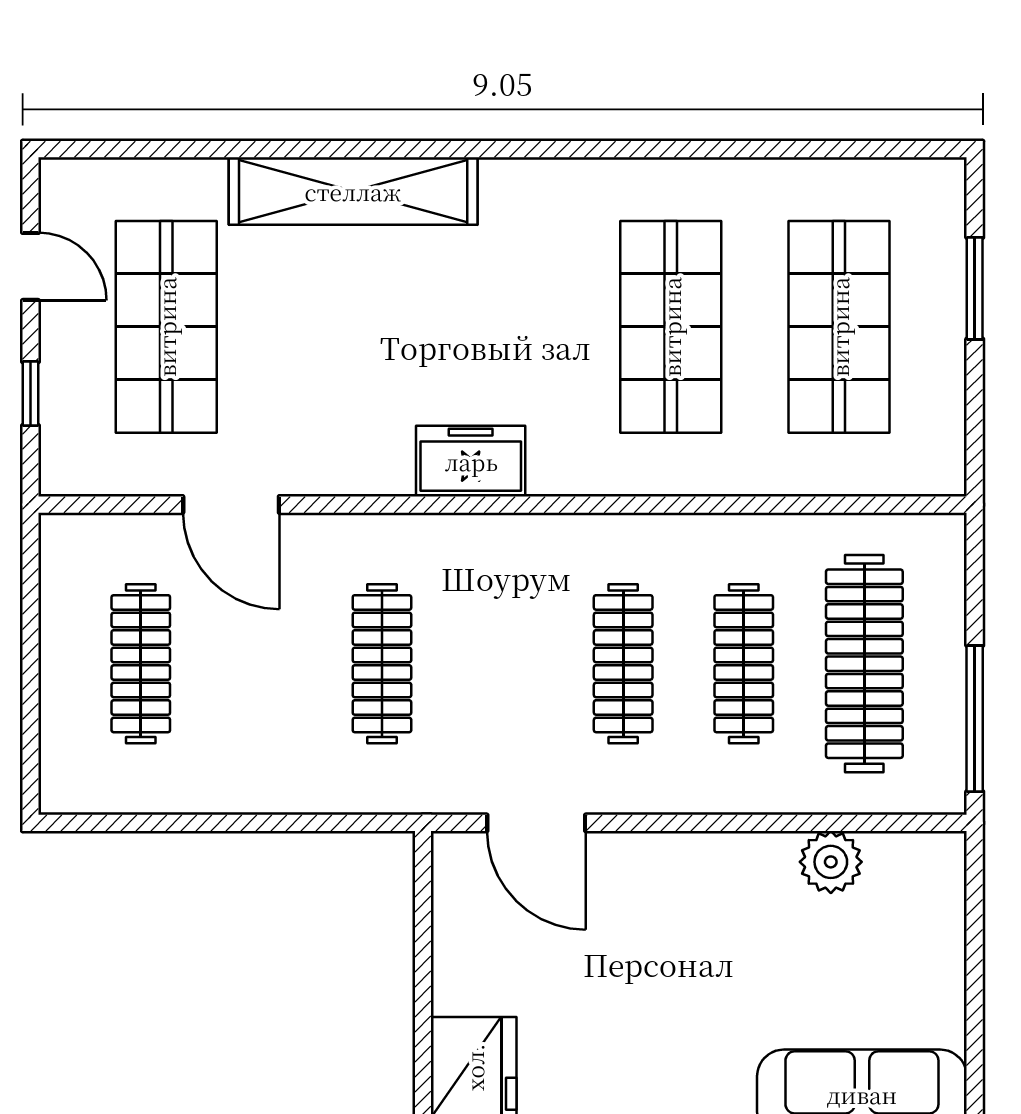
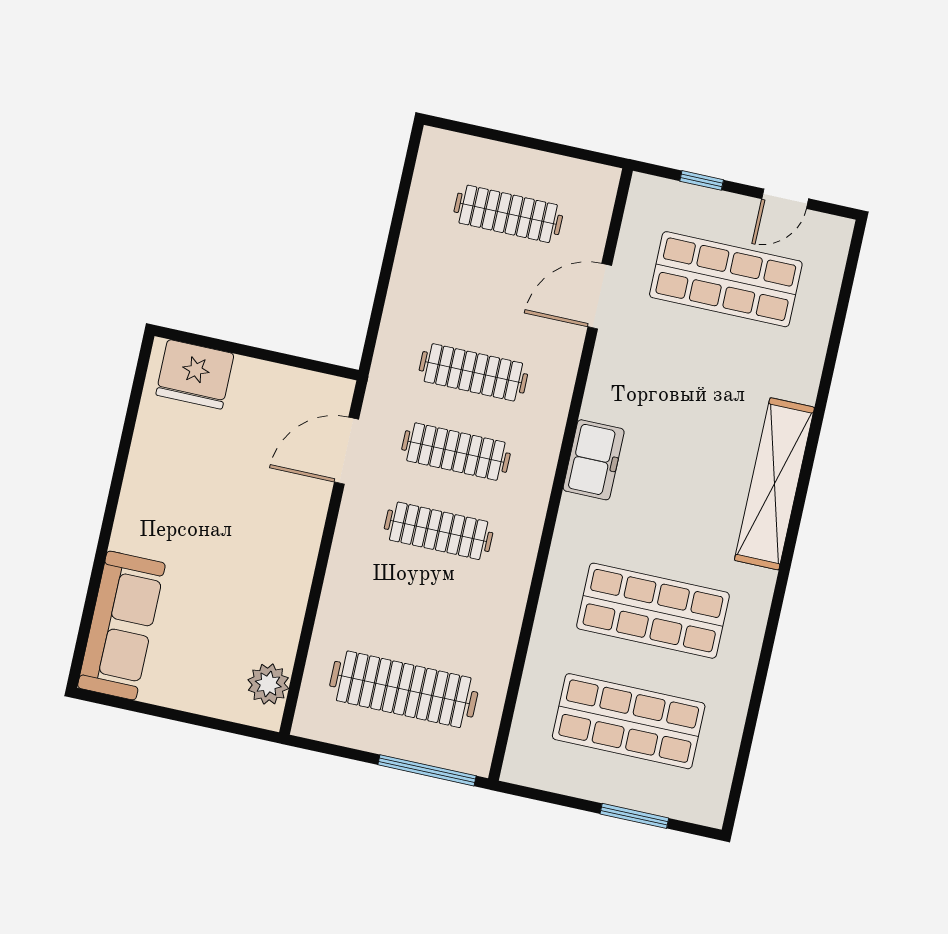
shelving: (353, 191) -> (774, 484), moved
clothes rail: (744, 664) -> (456, 452), moved
window: (975, 719) -> (427, 770), moved
plant: (831, 862) -> (268, 684), moved

